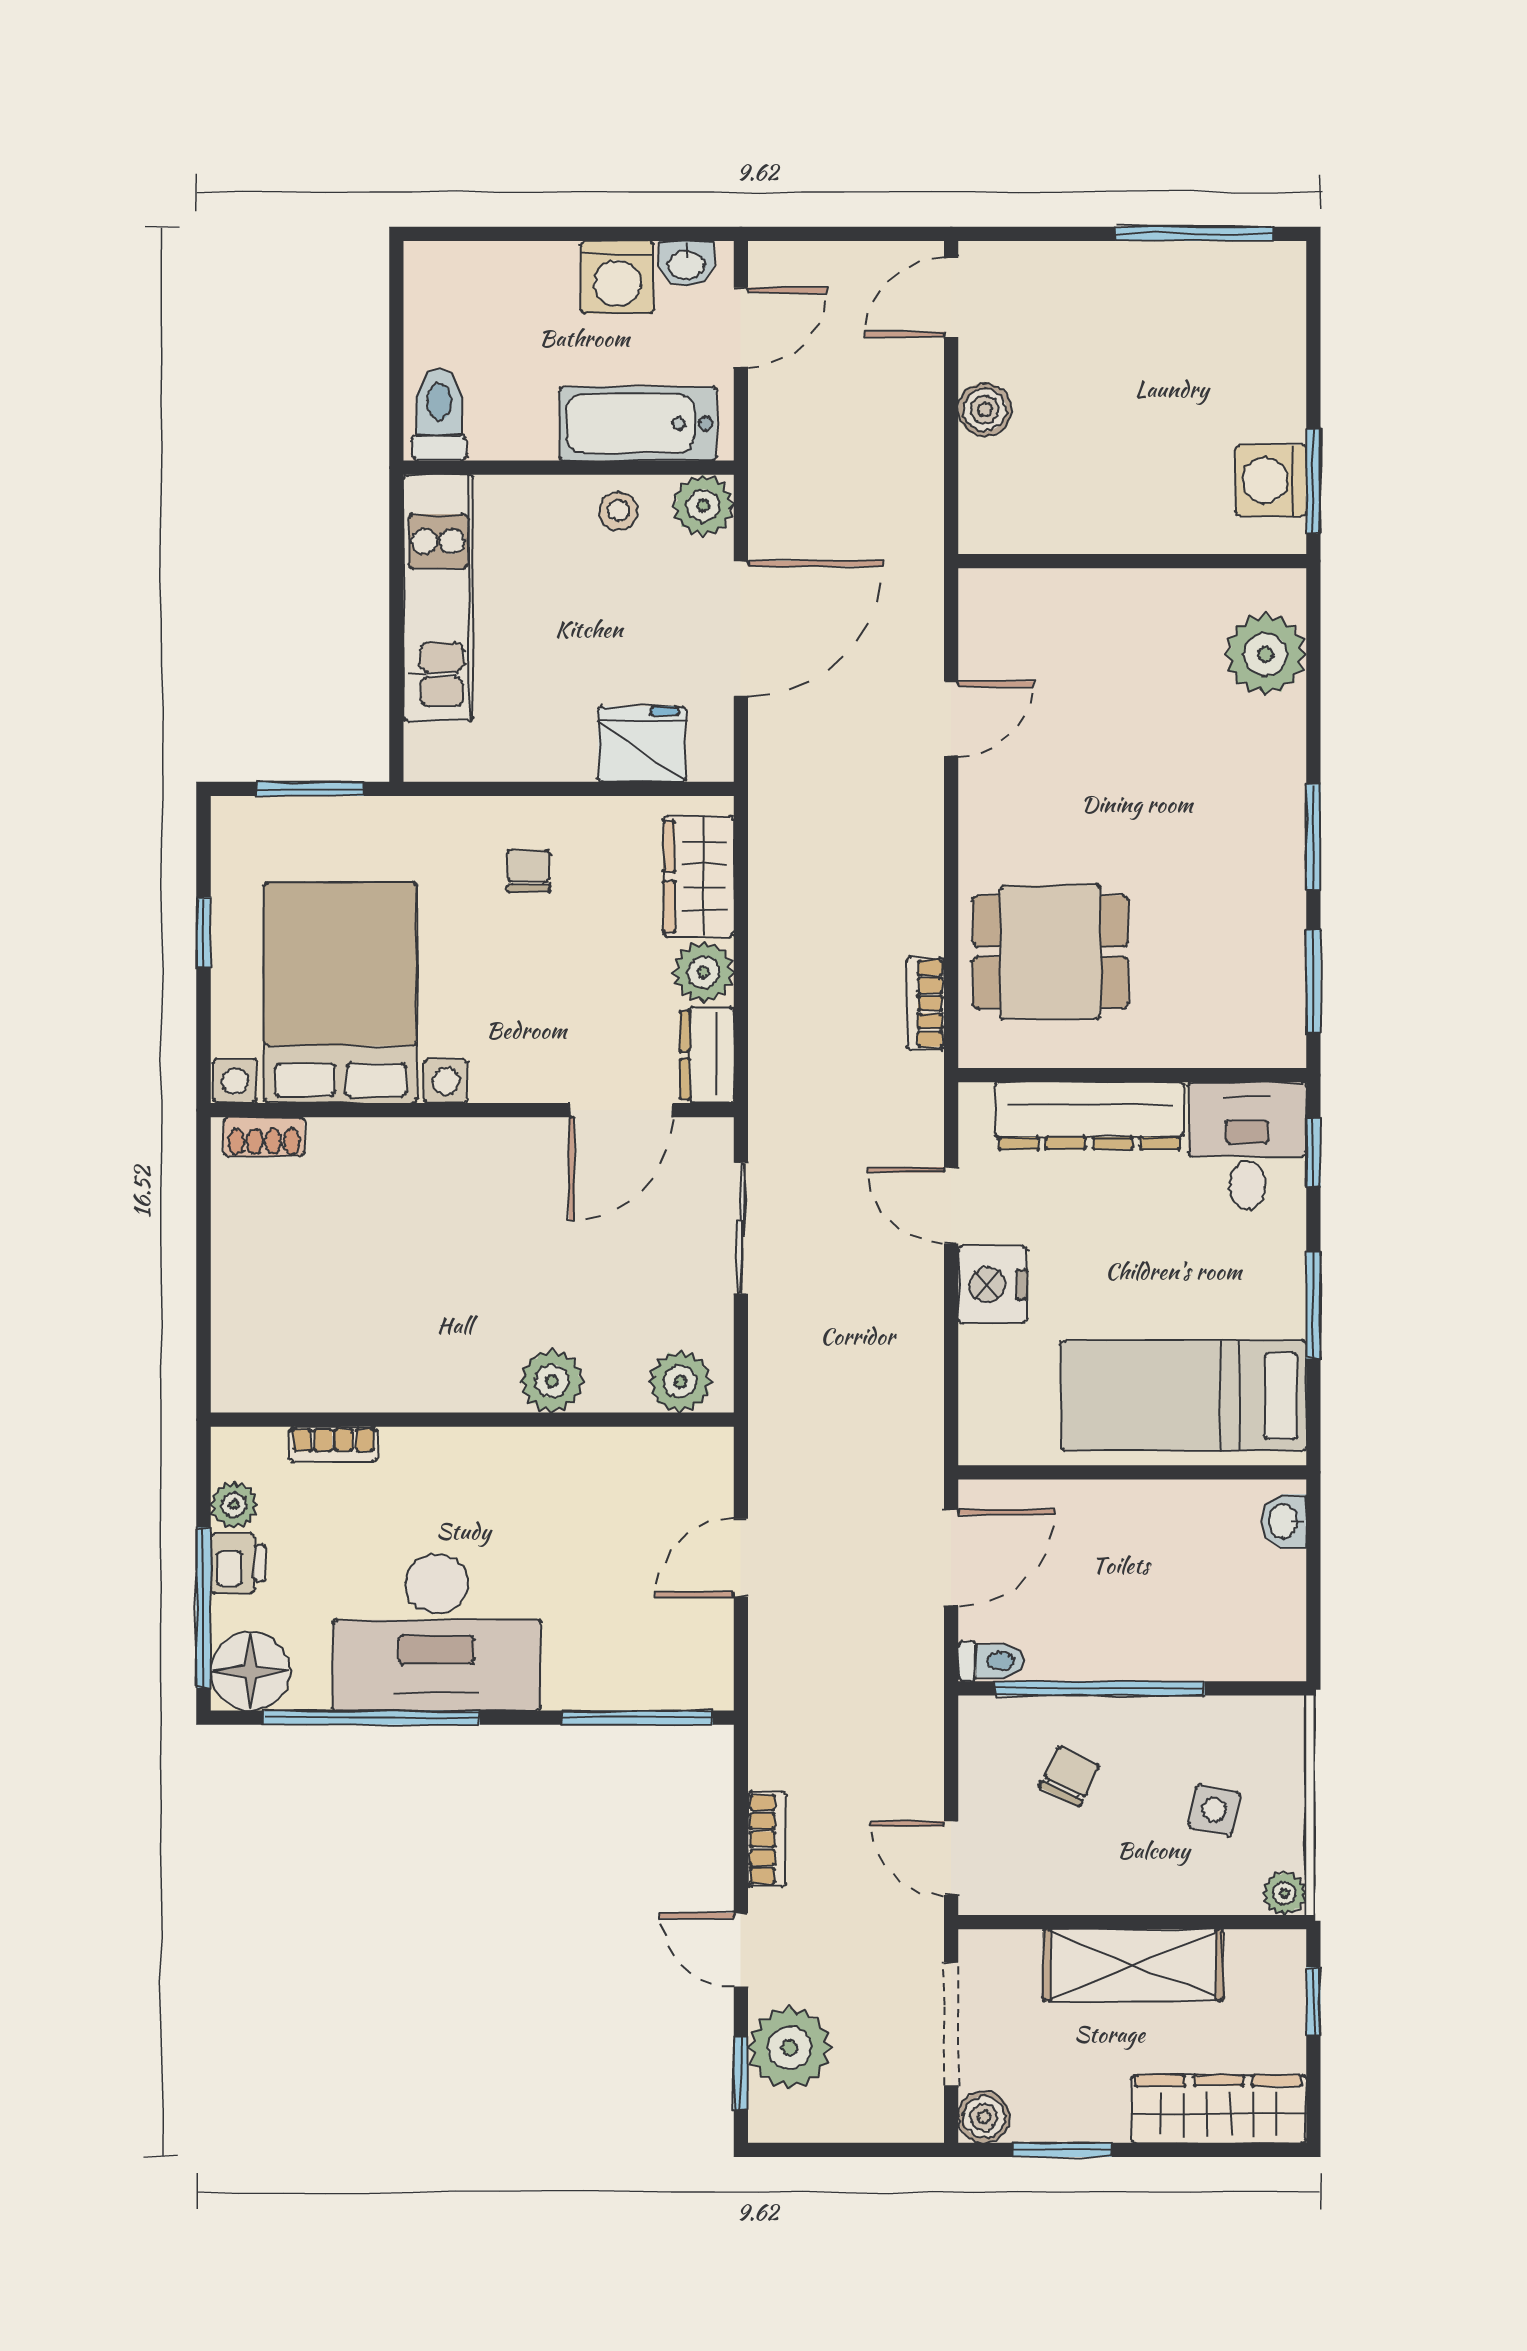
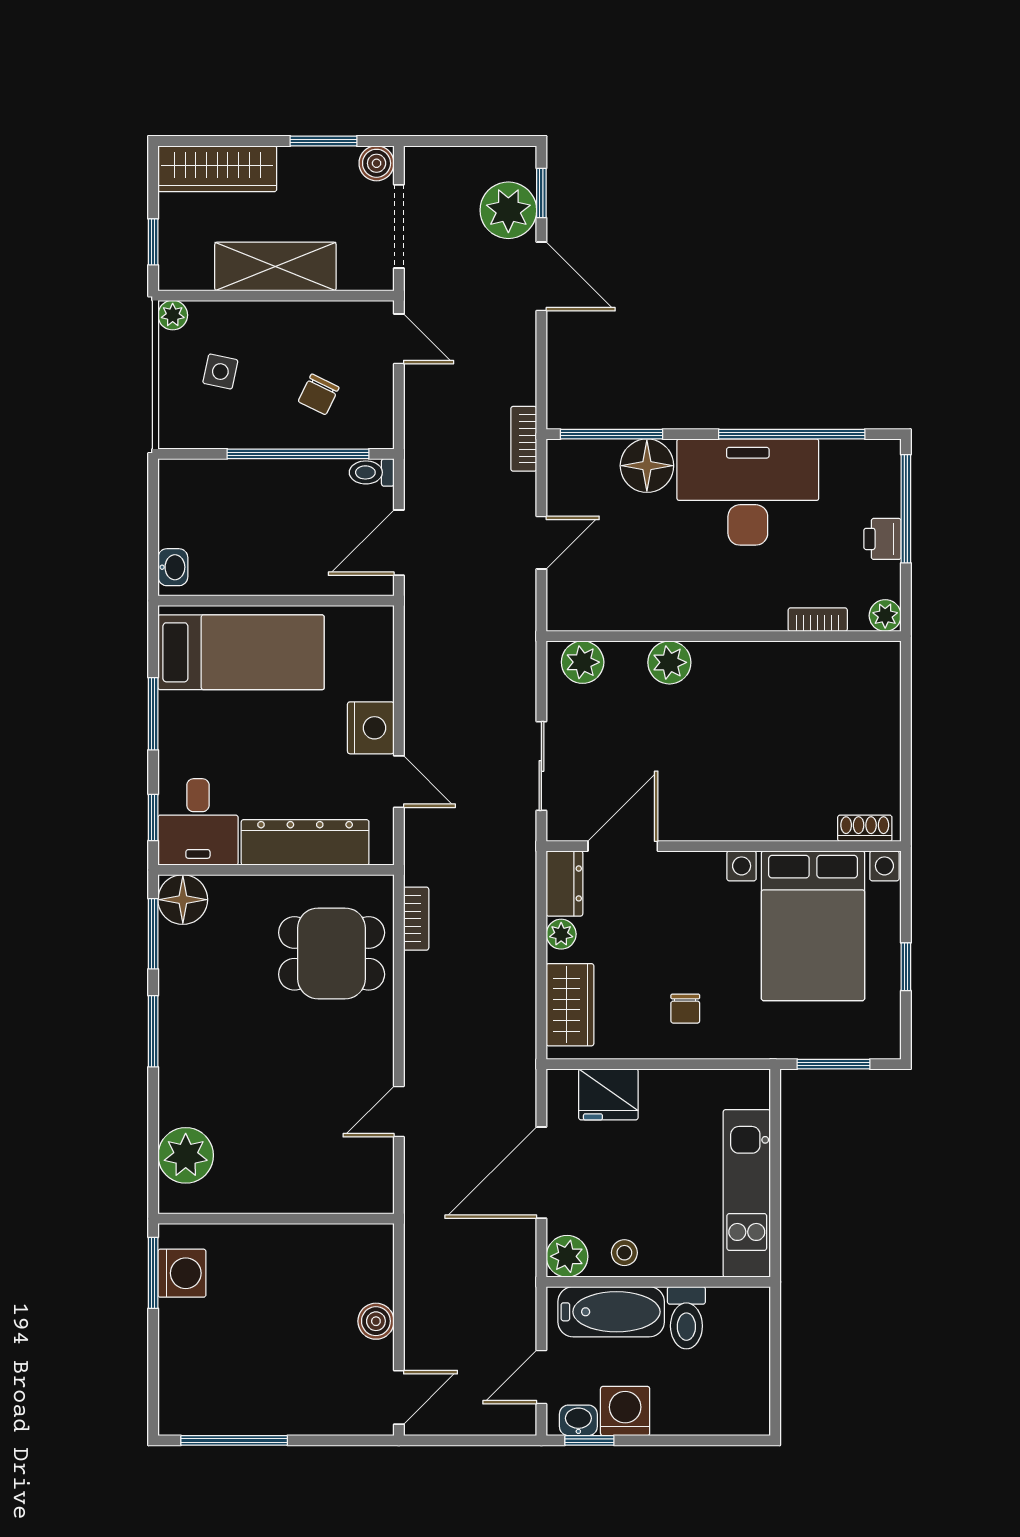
window: (670, 234) -> (589, 1440), added
toilet: (439, 415) -> (686, 1318), moved
plant: (704, 972) -> (561, 934), width x0.73, depth x0.73
floor lamp: (1270, 1031) -> (183, 900), added
plant: (234, 1505) -> (885, 616), moved
floor lamp: (250, 1671) -> (647, 466), moved
bookcase: (767, 1839) -> (524, 439), moved
door: (741, 1950) -> (541, 276), width x1.38

